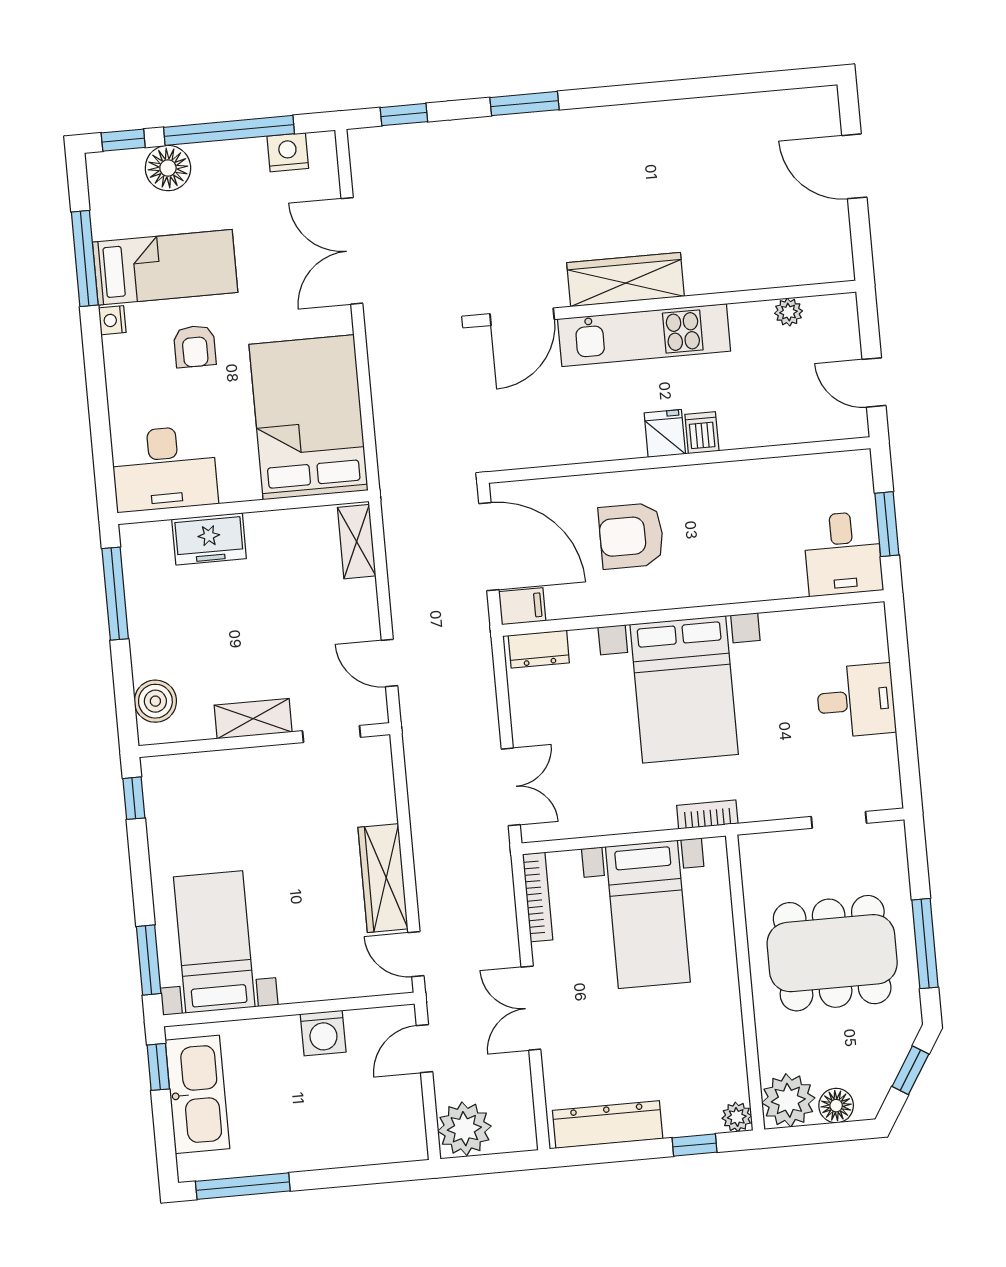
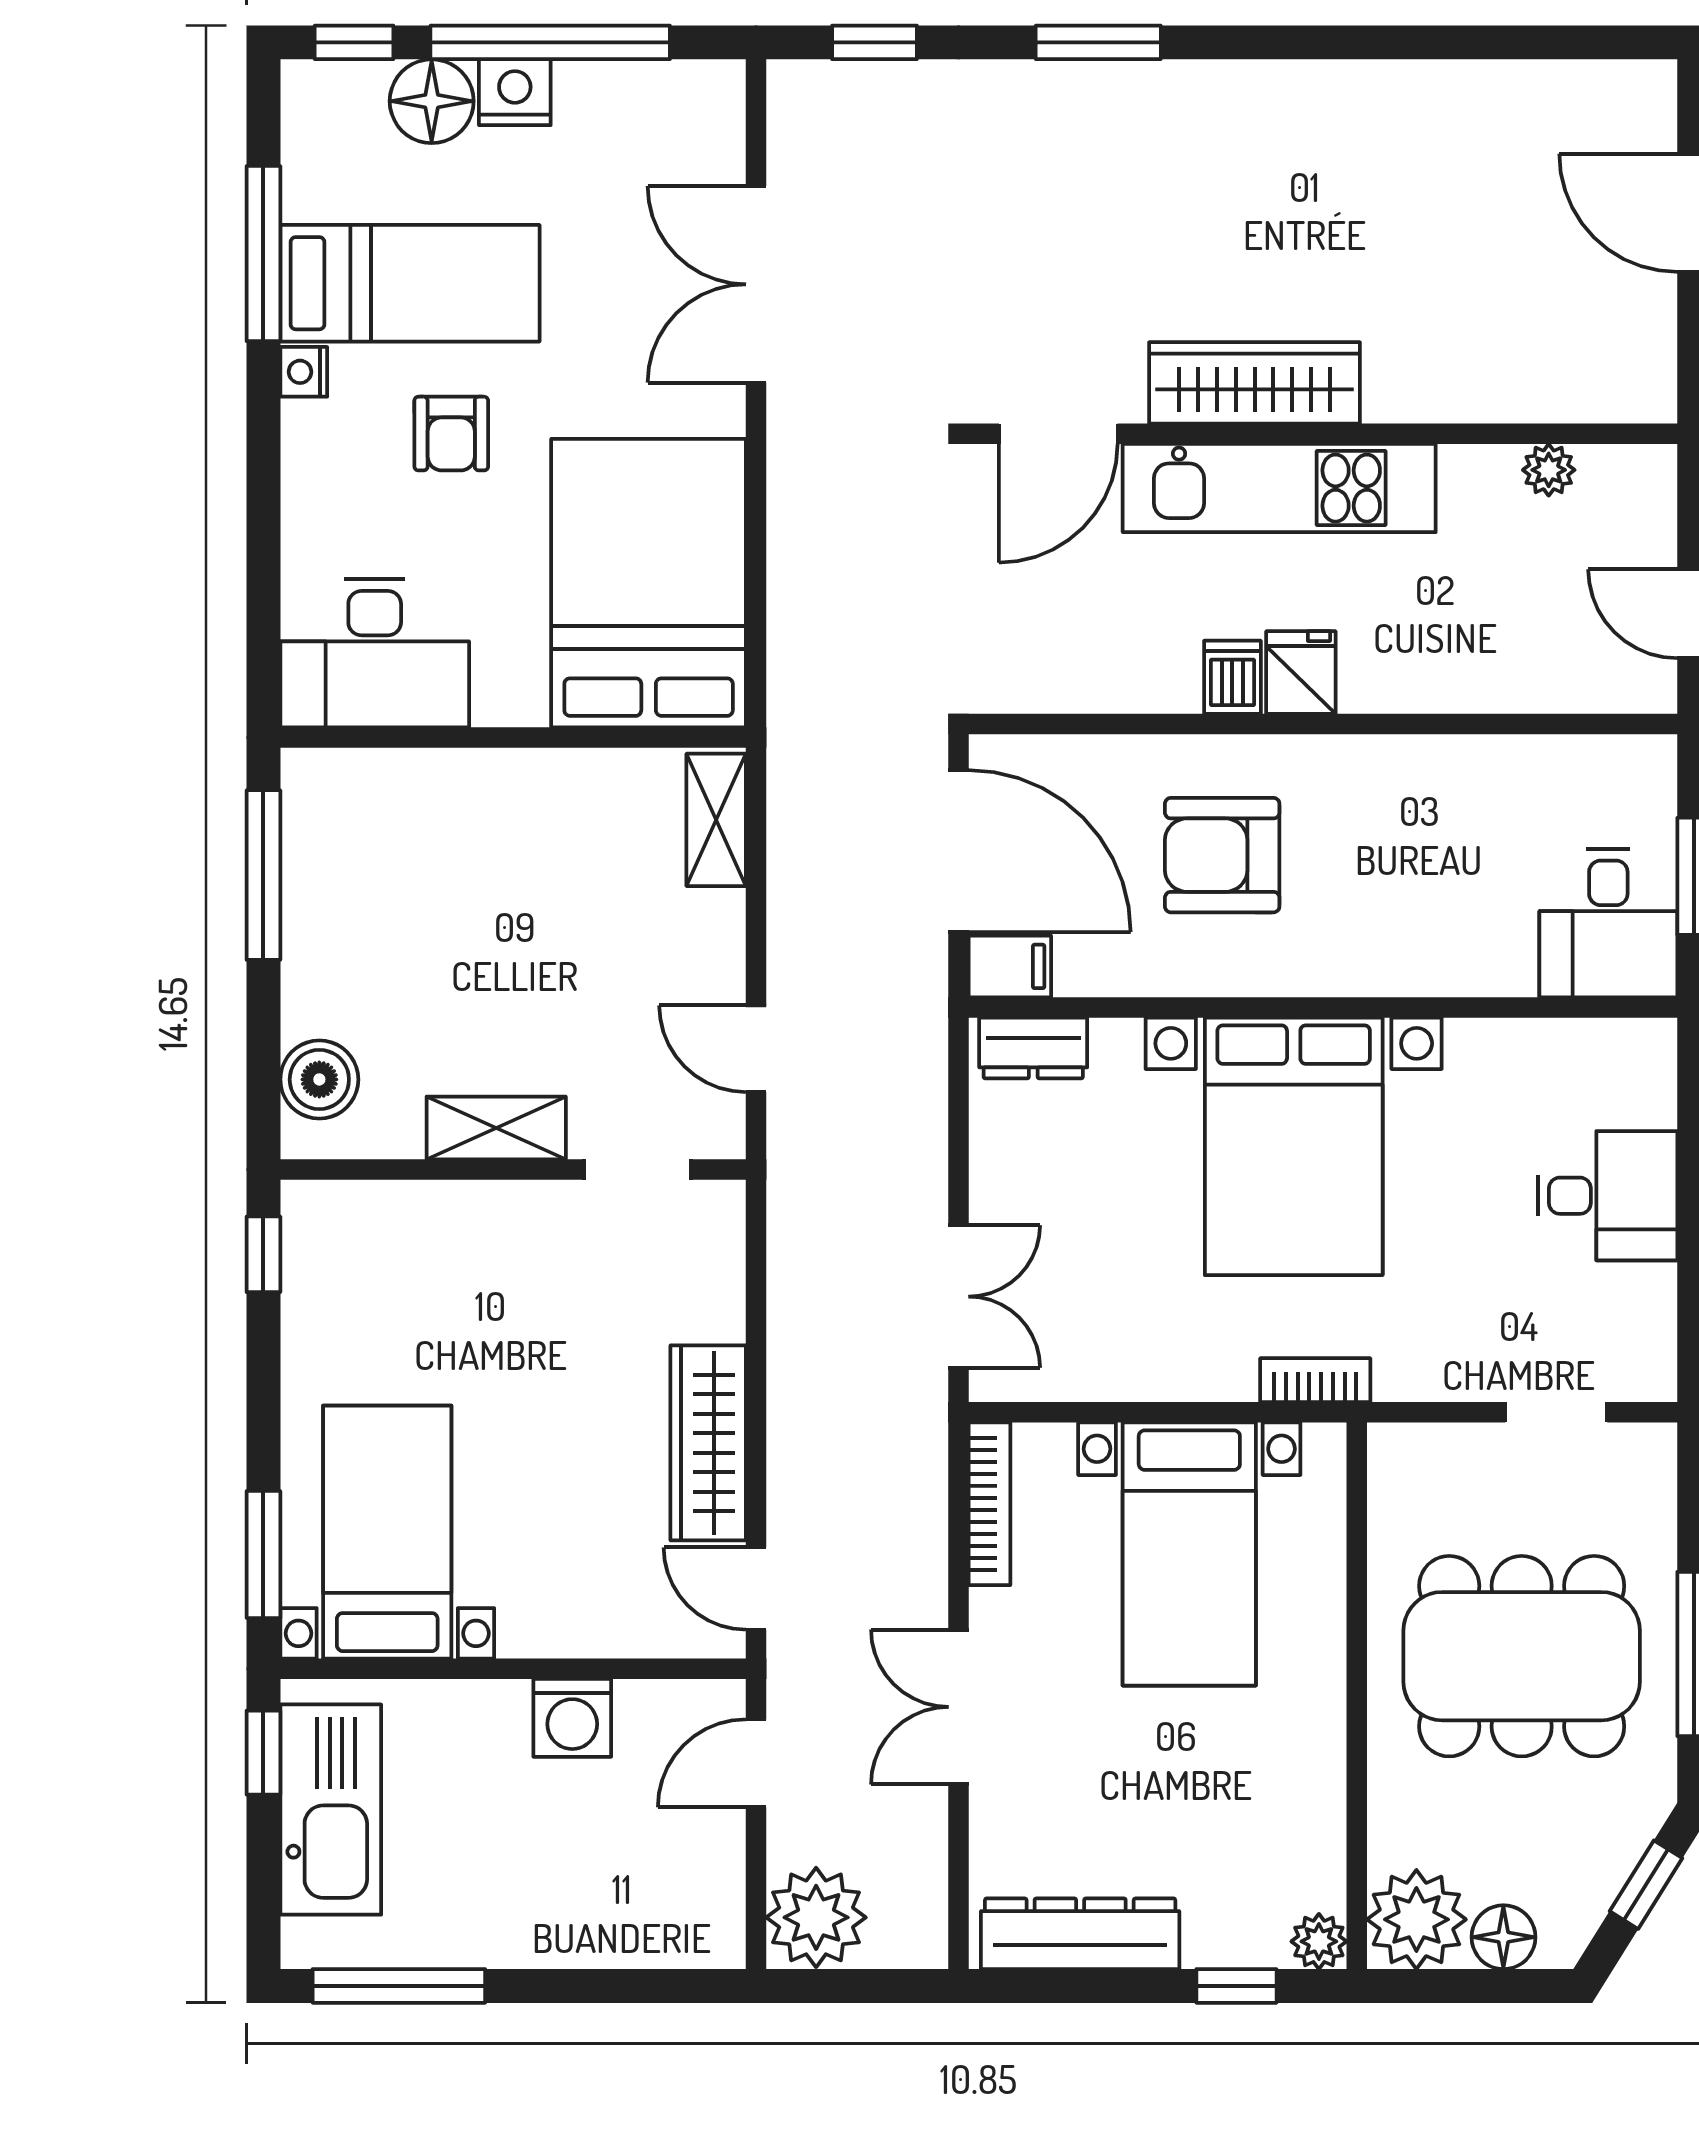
nightstand: (288, 152) -> (515, 92), moved
dishwasher: (702, 433) -> (1232, 677), moved
freezer: (209, 539) -> (445, 790), removed

